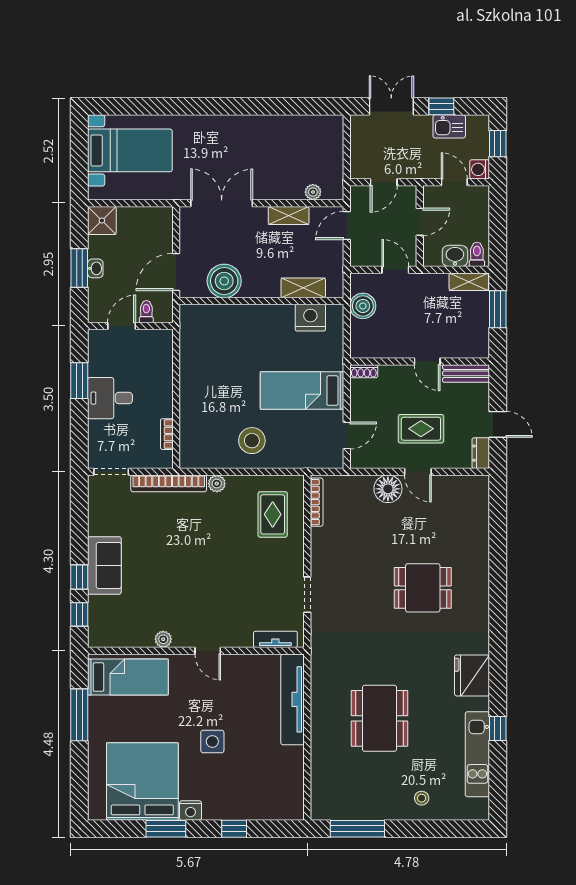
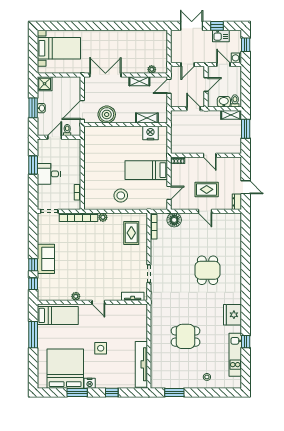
boiler: (363, 306) -> (177, 127), removed
bench: (466, 373) -> (229, 161), removed
floor lamp: (388, 489) -> (174, 220), moved
dining table: (423, 588) -> (207, 270), turned 90
tv unit: (293, 699) -> (141, 364), moved
dining table: (379, 718) -> (185, 336), width x0.73
window: (357, 829) -> (174, 393), width x0.69

